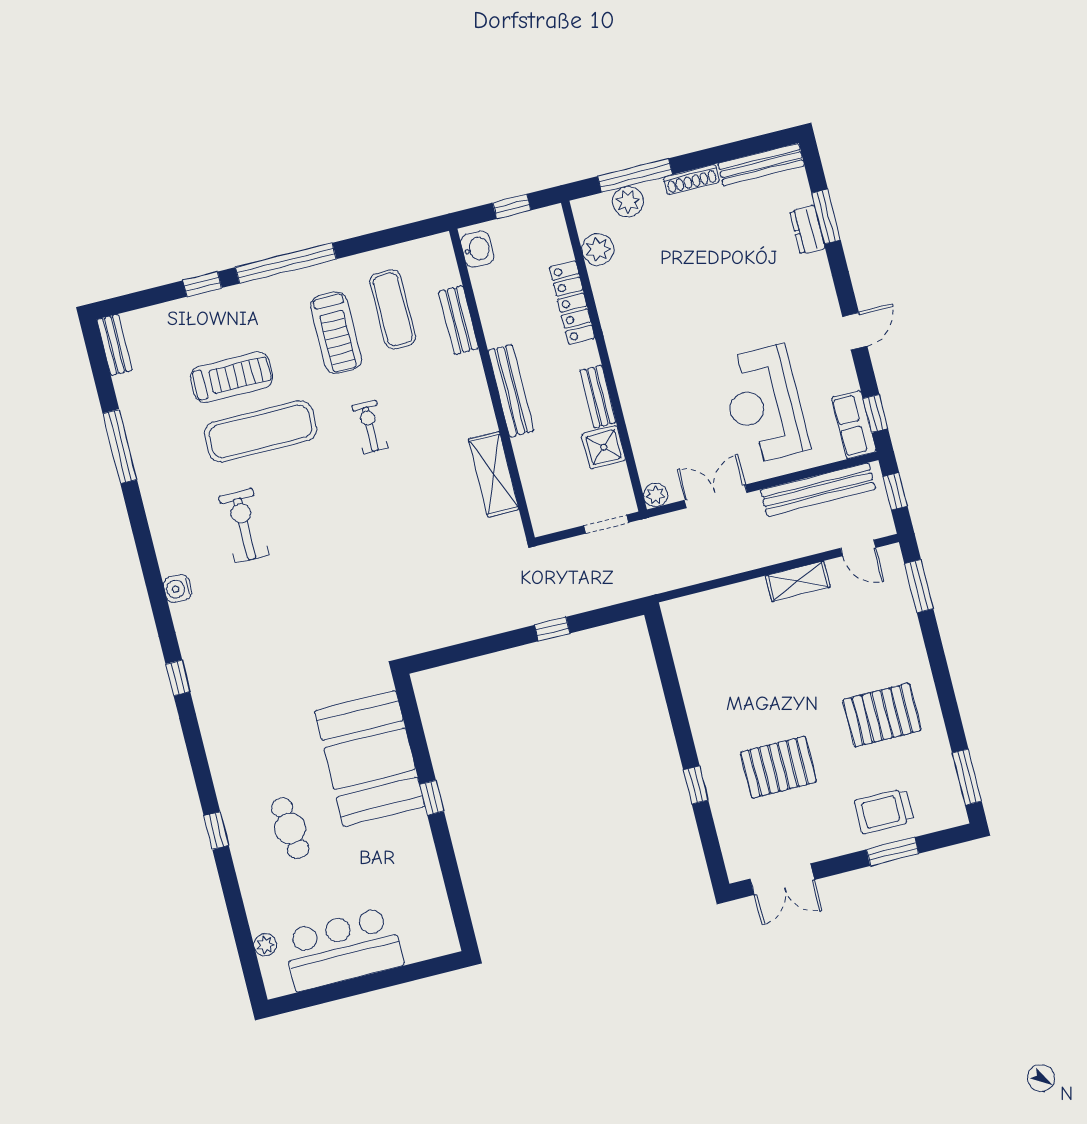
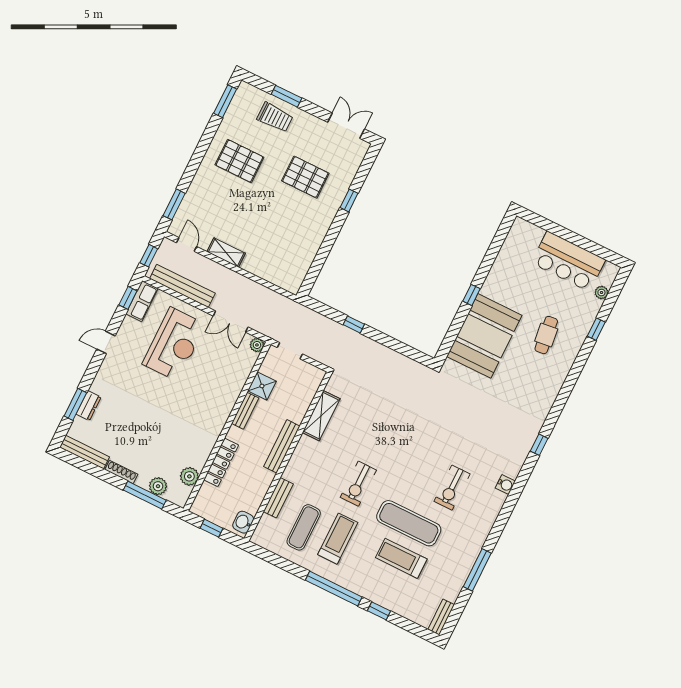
exercise bike: (370, 427) -> (358, 484), width x1.38, depth x1.39
window: (216, 831) -> (596, 329), moved

